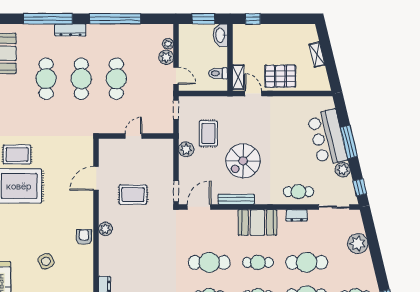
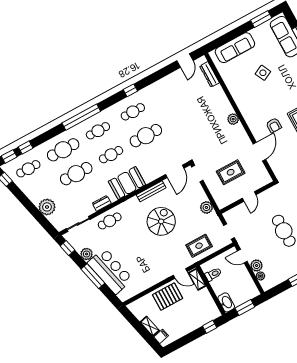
filing cabinet: (311, 37) -> (161, 336), added
rug: (208, 133) -> (199, 246), moved, turned 90
rug: (133, 195) -> (231, 172), moved
armchair: (84, 237) -> (274, 125), moved

